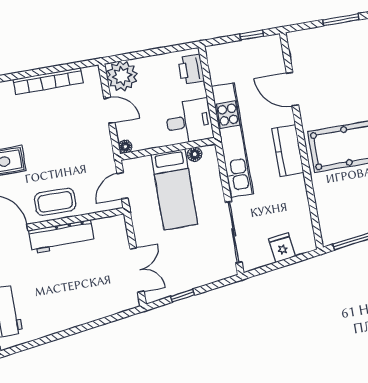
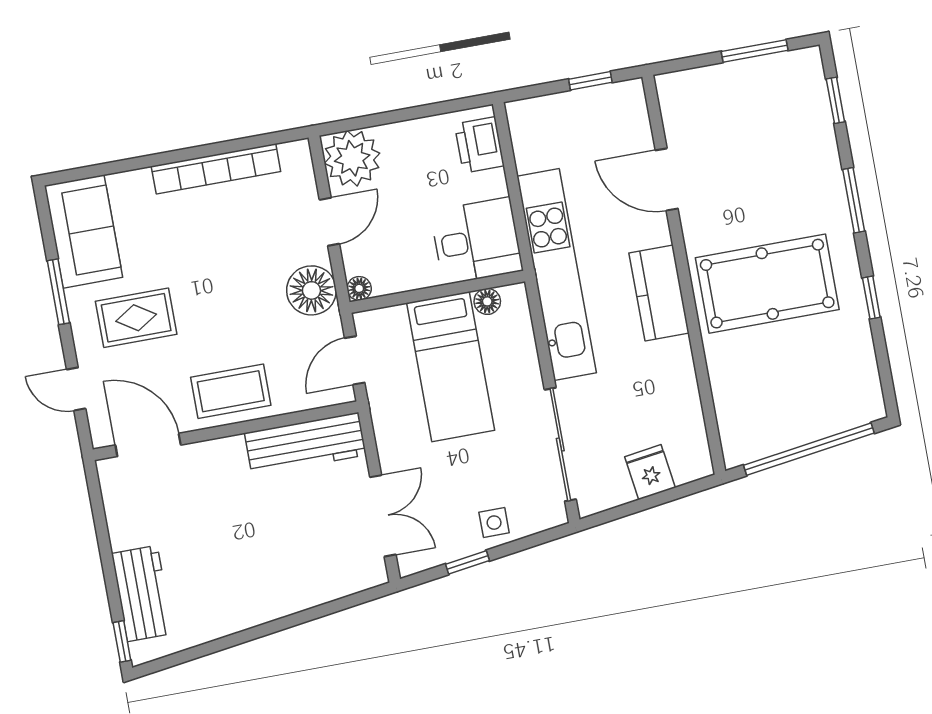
door: (109, 110) -> (329, 222), hinge flipped
floor lamp: (99, 148) -> (311, 290), added
workbench: (62, 237) -> (305, 444), moved
side table: (197, 274) -> (494, 523), added

